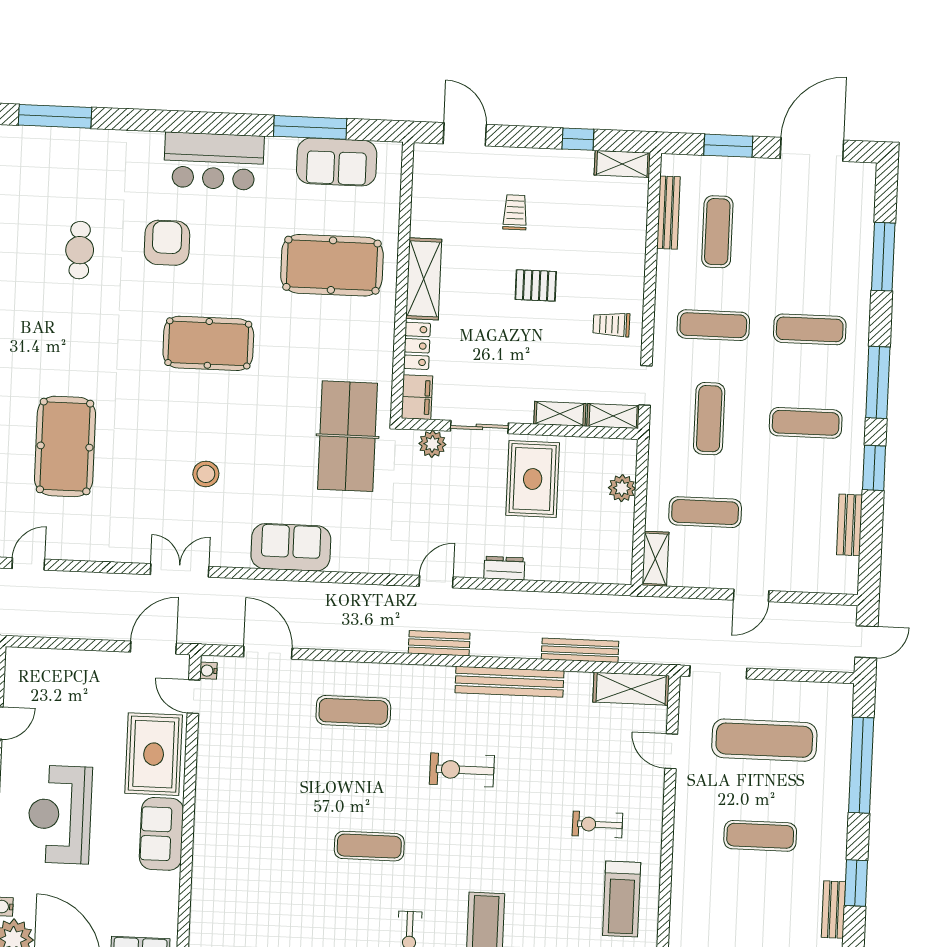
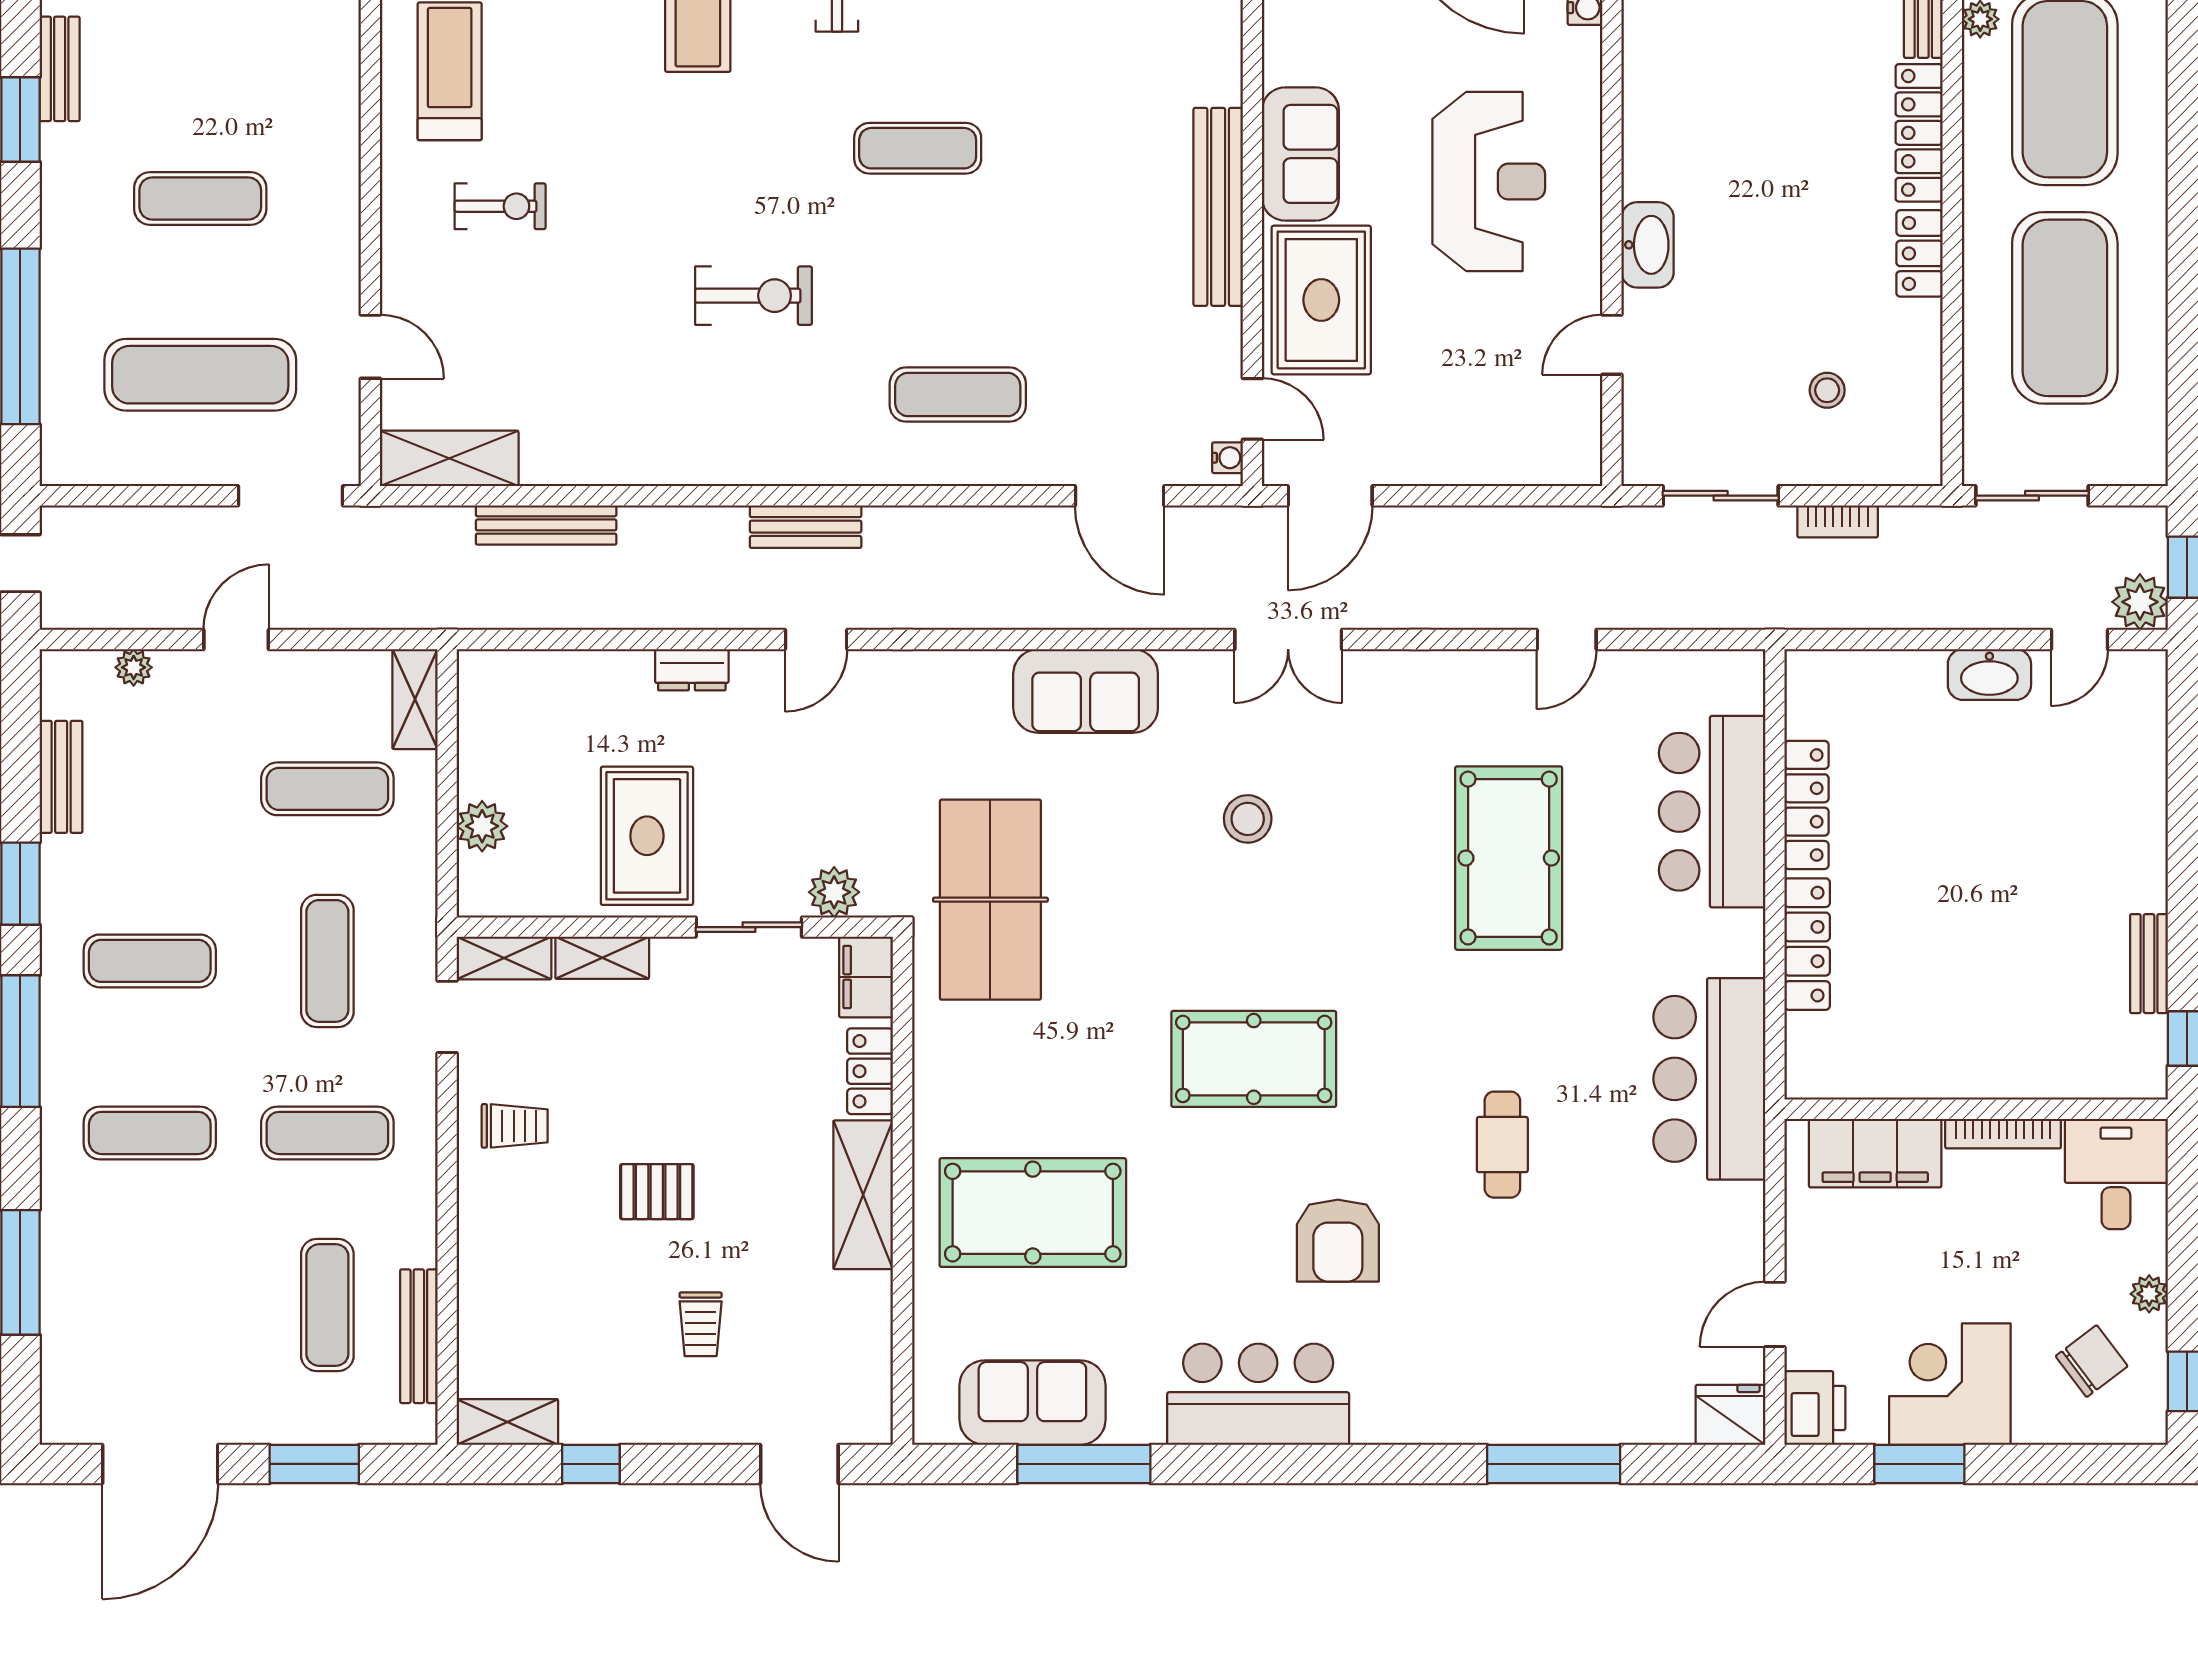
cafe table: (80, 250) -> (1502, 1145), moved
plant: (808, 583) -> (134, 667), added
bench: (509, 682) -> (1218, 207), moved, turned 90

